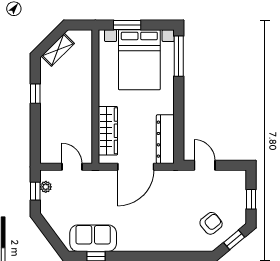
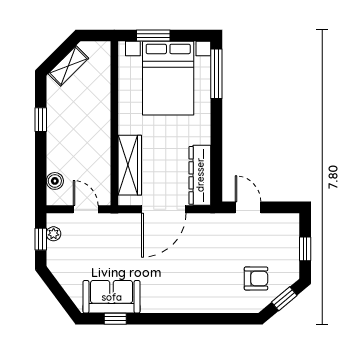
boiler: (47, 144) -> (55, 181), added
armchair: (211, 223) -> (256, 278), turned 39

